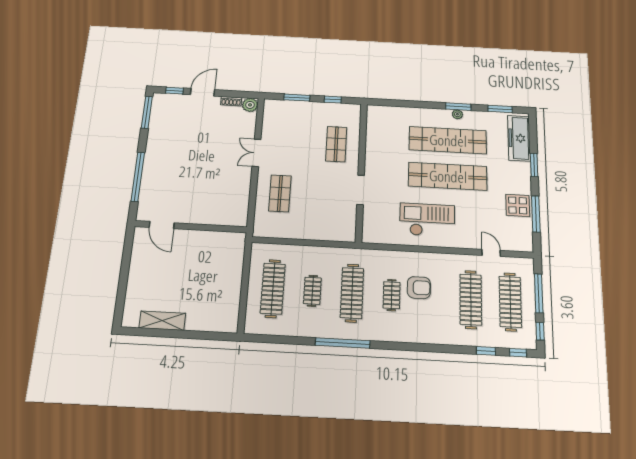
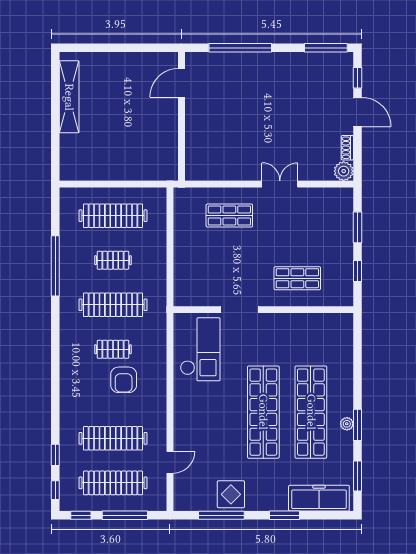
checkout: (427, 220) -> (200, 349), moved
shelving: (162, 321) -> (69, 97), width x1.47
window: (343, 343) -> (55, 266), moved

